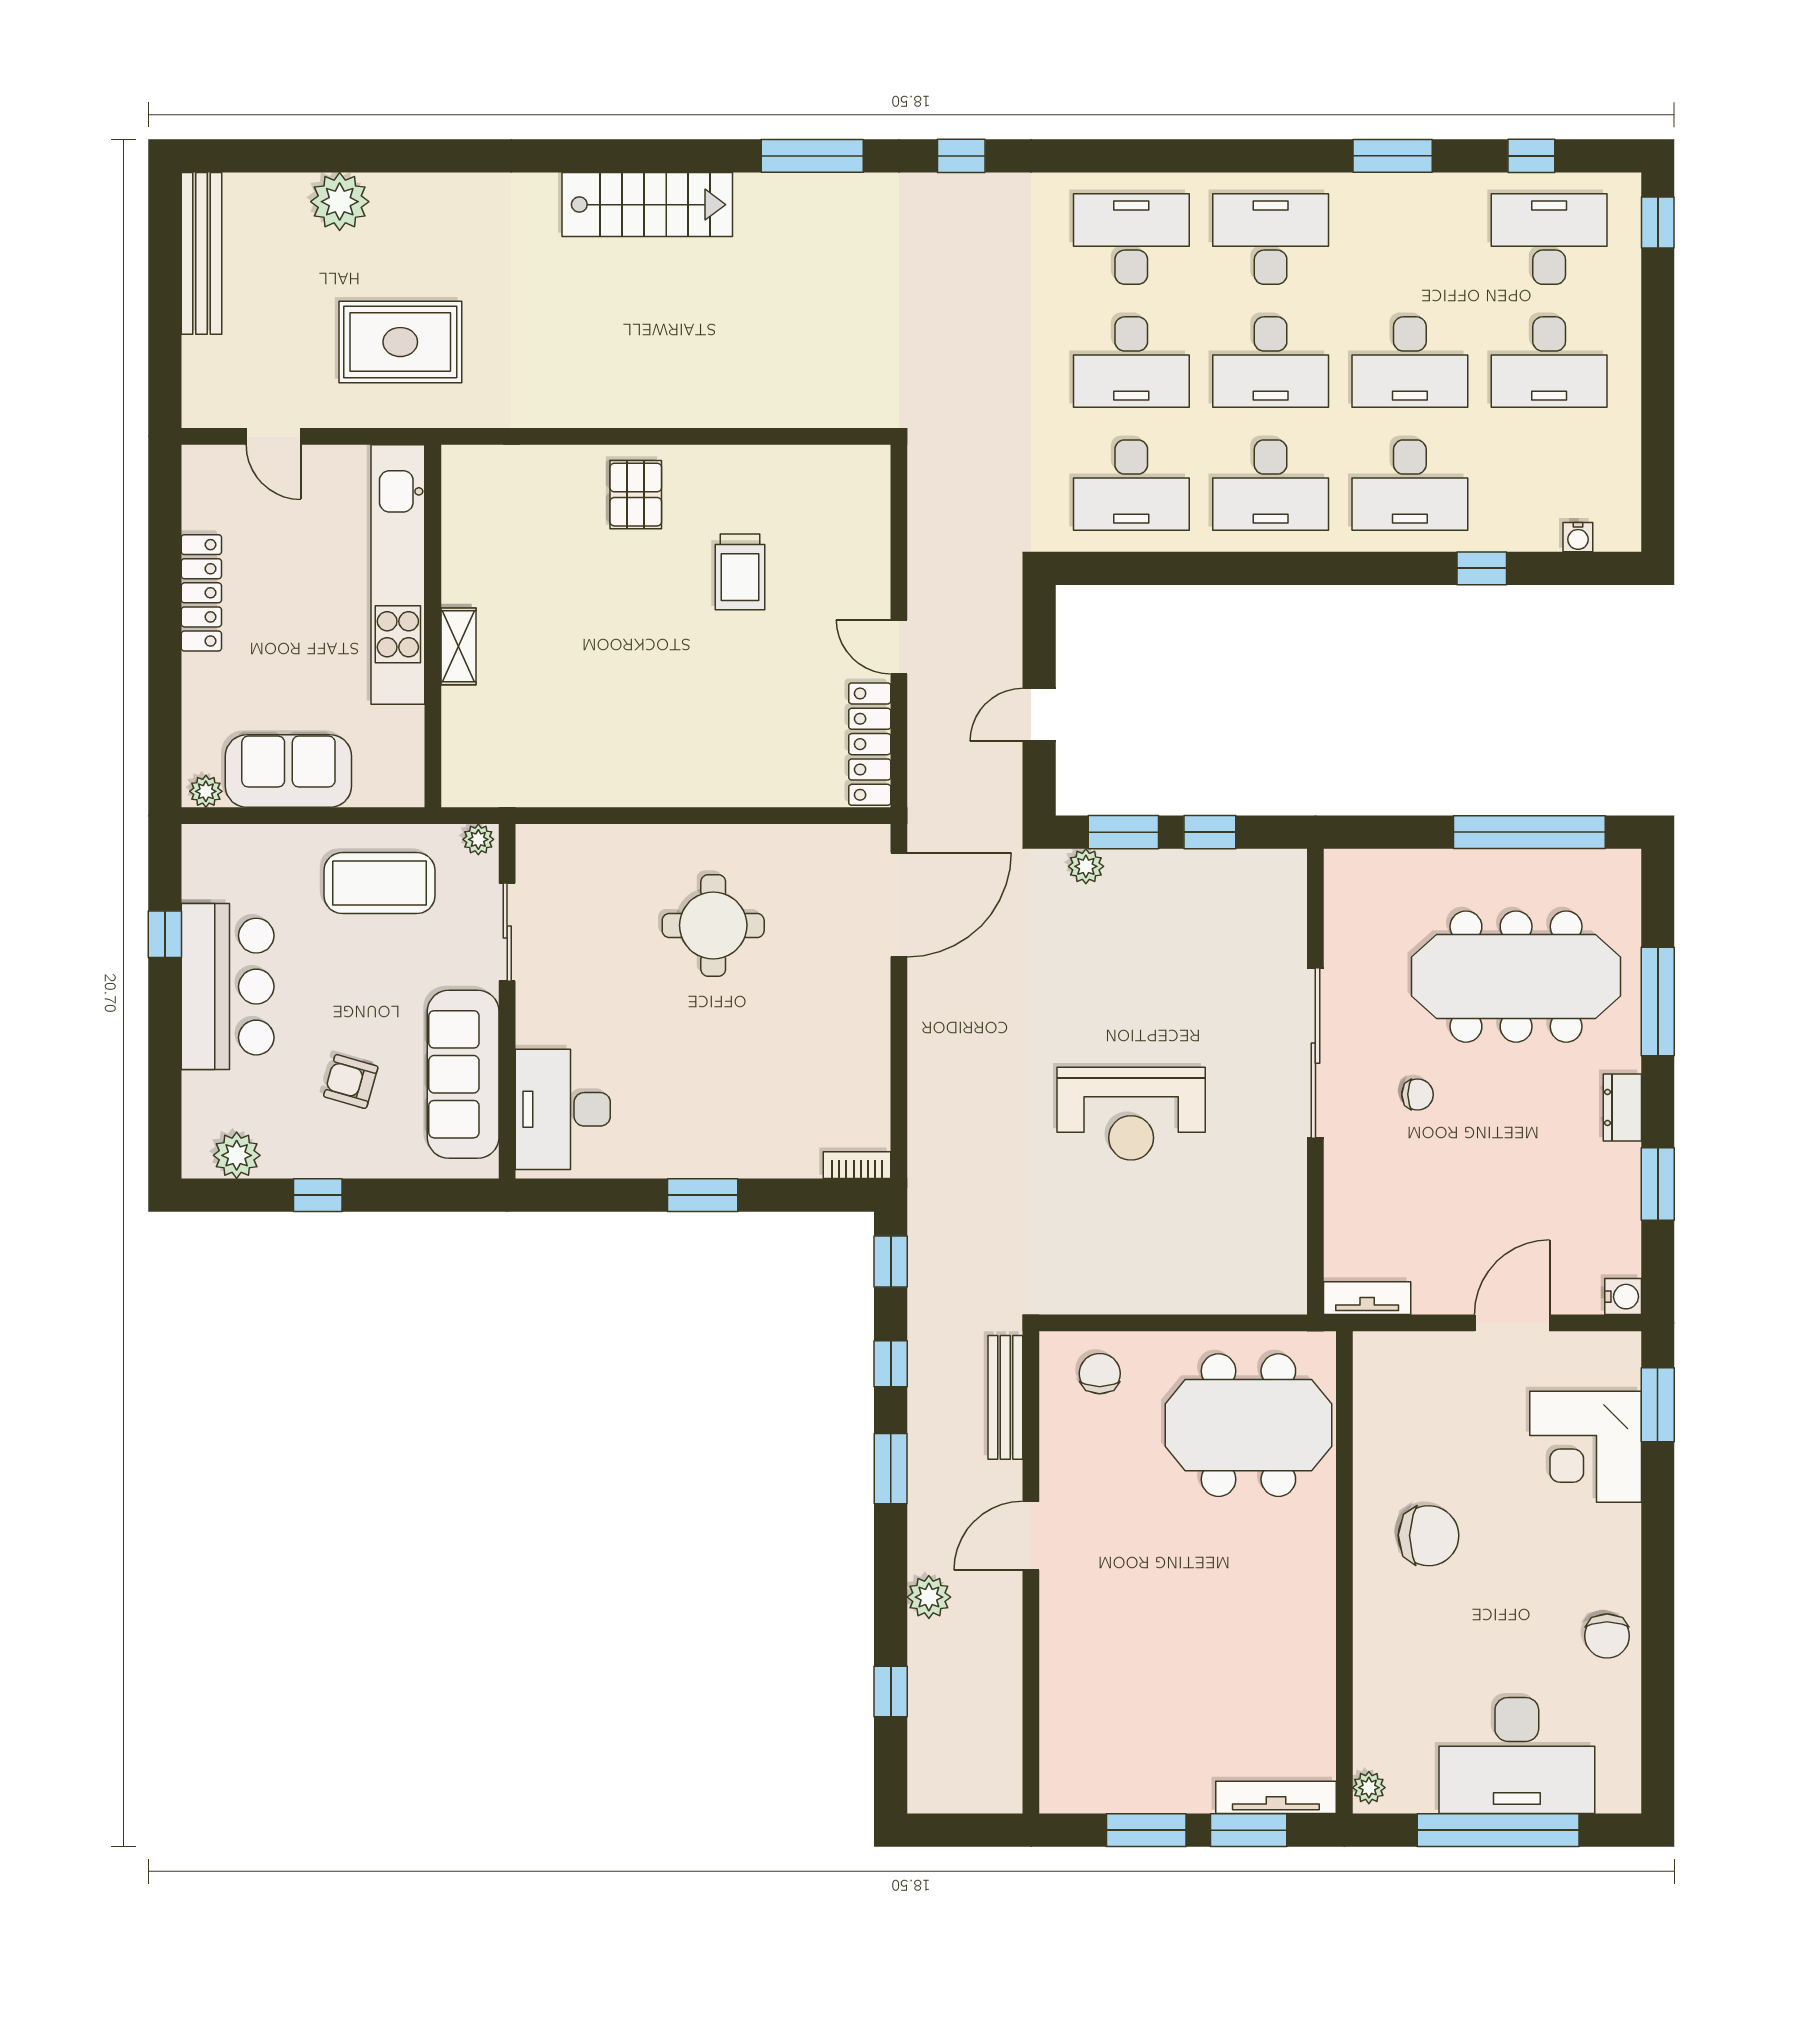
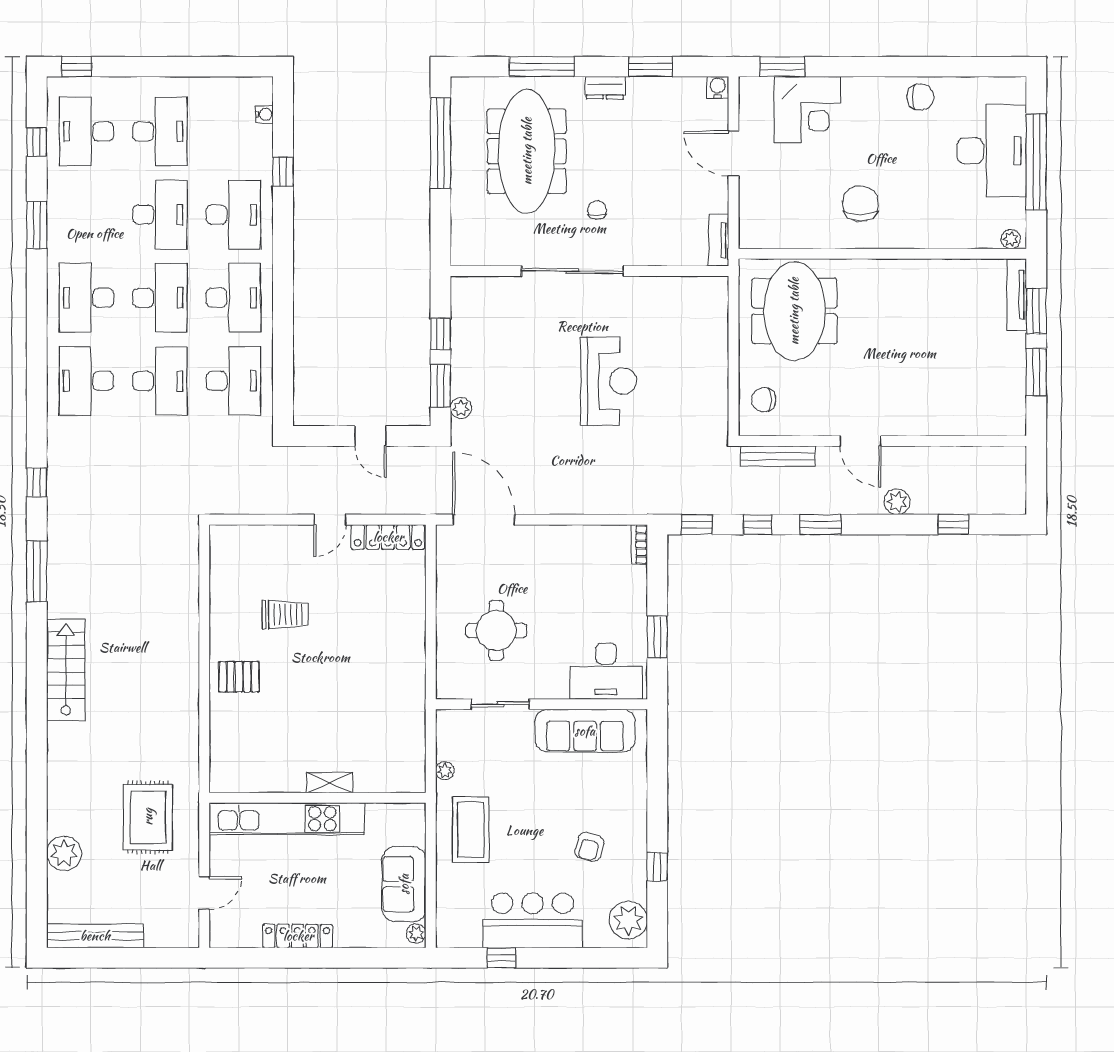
sliding door: (507, 932) -> (500, 704), moved
wall: (507, 1001) -> (541, 704), moved
sofa: (463, 1074) -> (585, 731), moved
desk: (563, 1109) -> (606, 671), moved
plant: (237, 1155) -> (628, 920), width x1.36, depth x1.36

